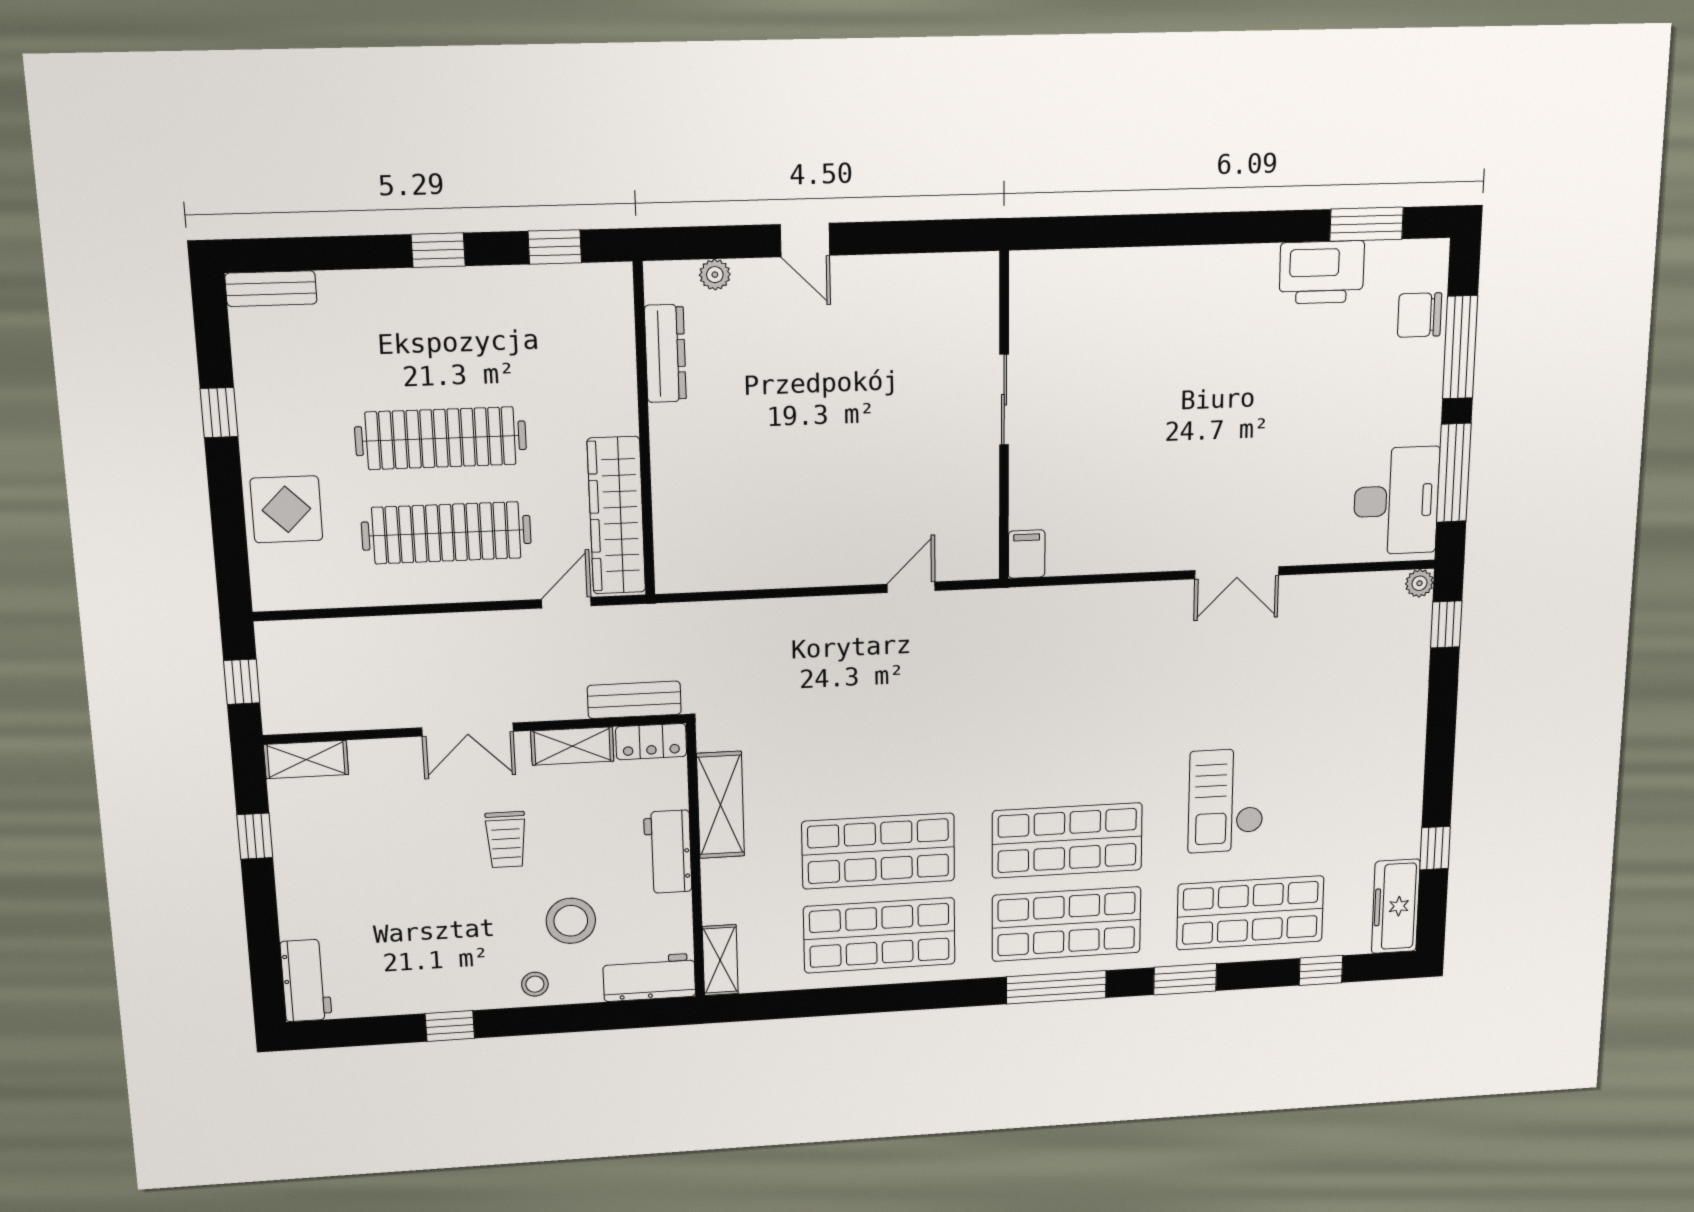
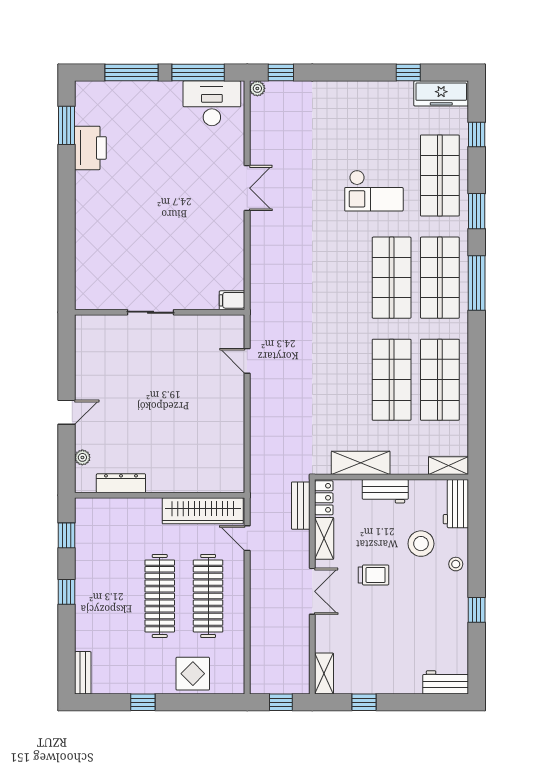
chair: (1420, 315) -> (114, 95), removed

